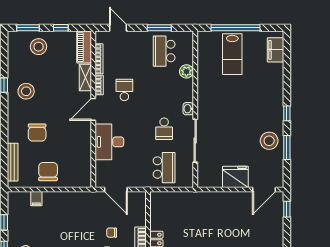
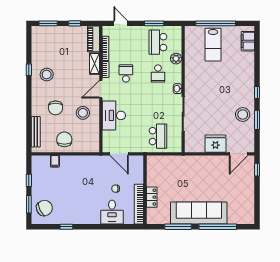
stool: (39, 47) -> (83, 113), moved
school desk: (164, 129) -> (158, 73), moved

